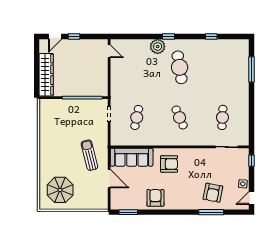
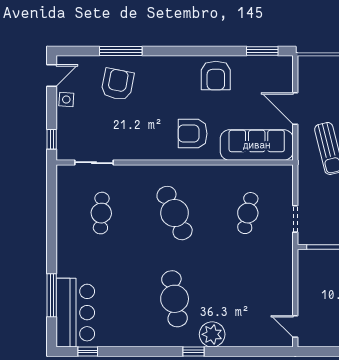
window: (211, 36) -> (88, 352), moved
bar counter: (238, 59) -> (75, 313), added
cafe table: (180, 117) -> (175, 213), width x1.37, depth x1.35

